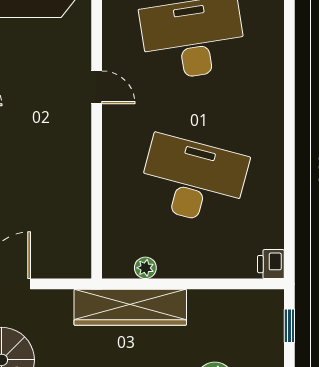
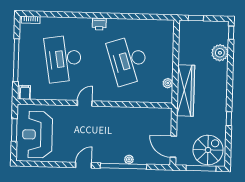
desk: (193, 180) -> (128, 60), turned -33
printer: (271, 264) -> (99, 24), moved

